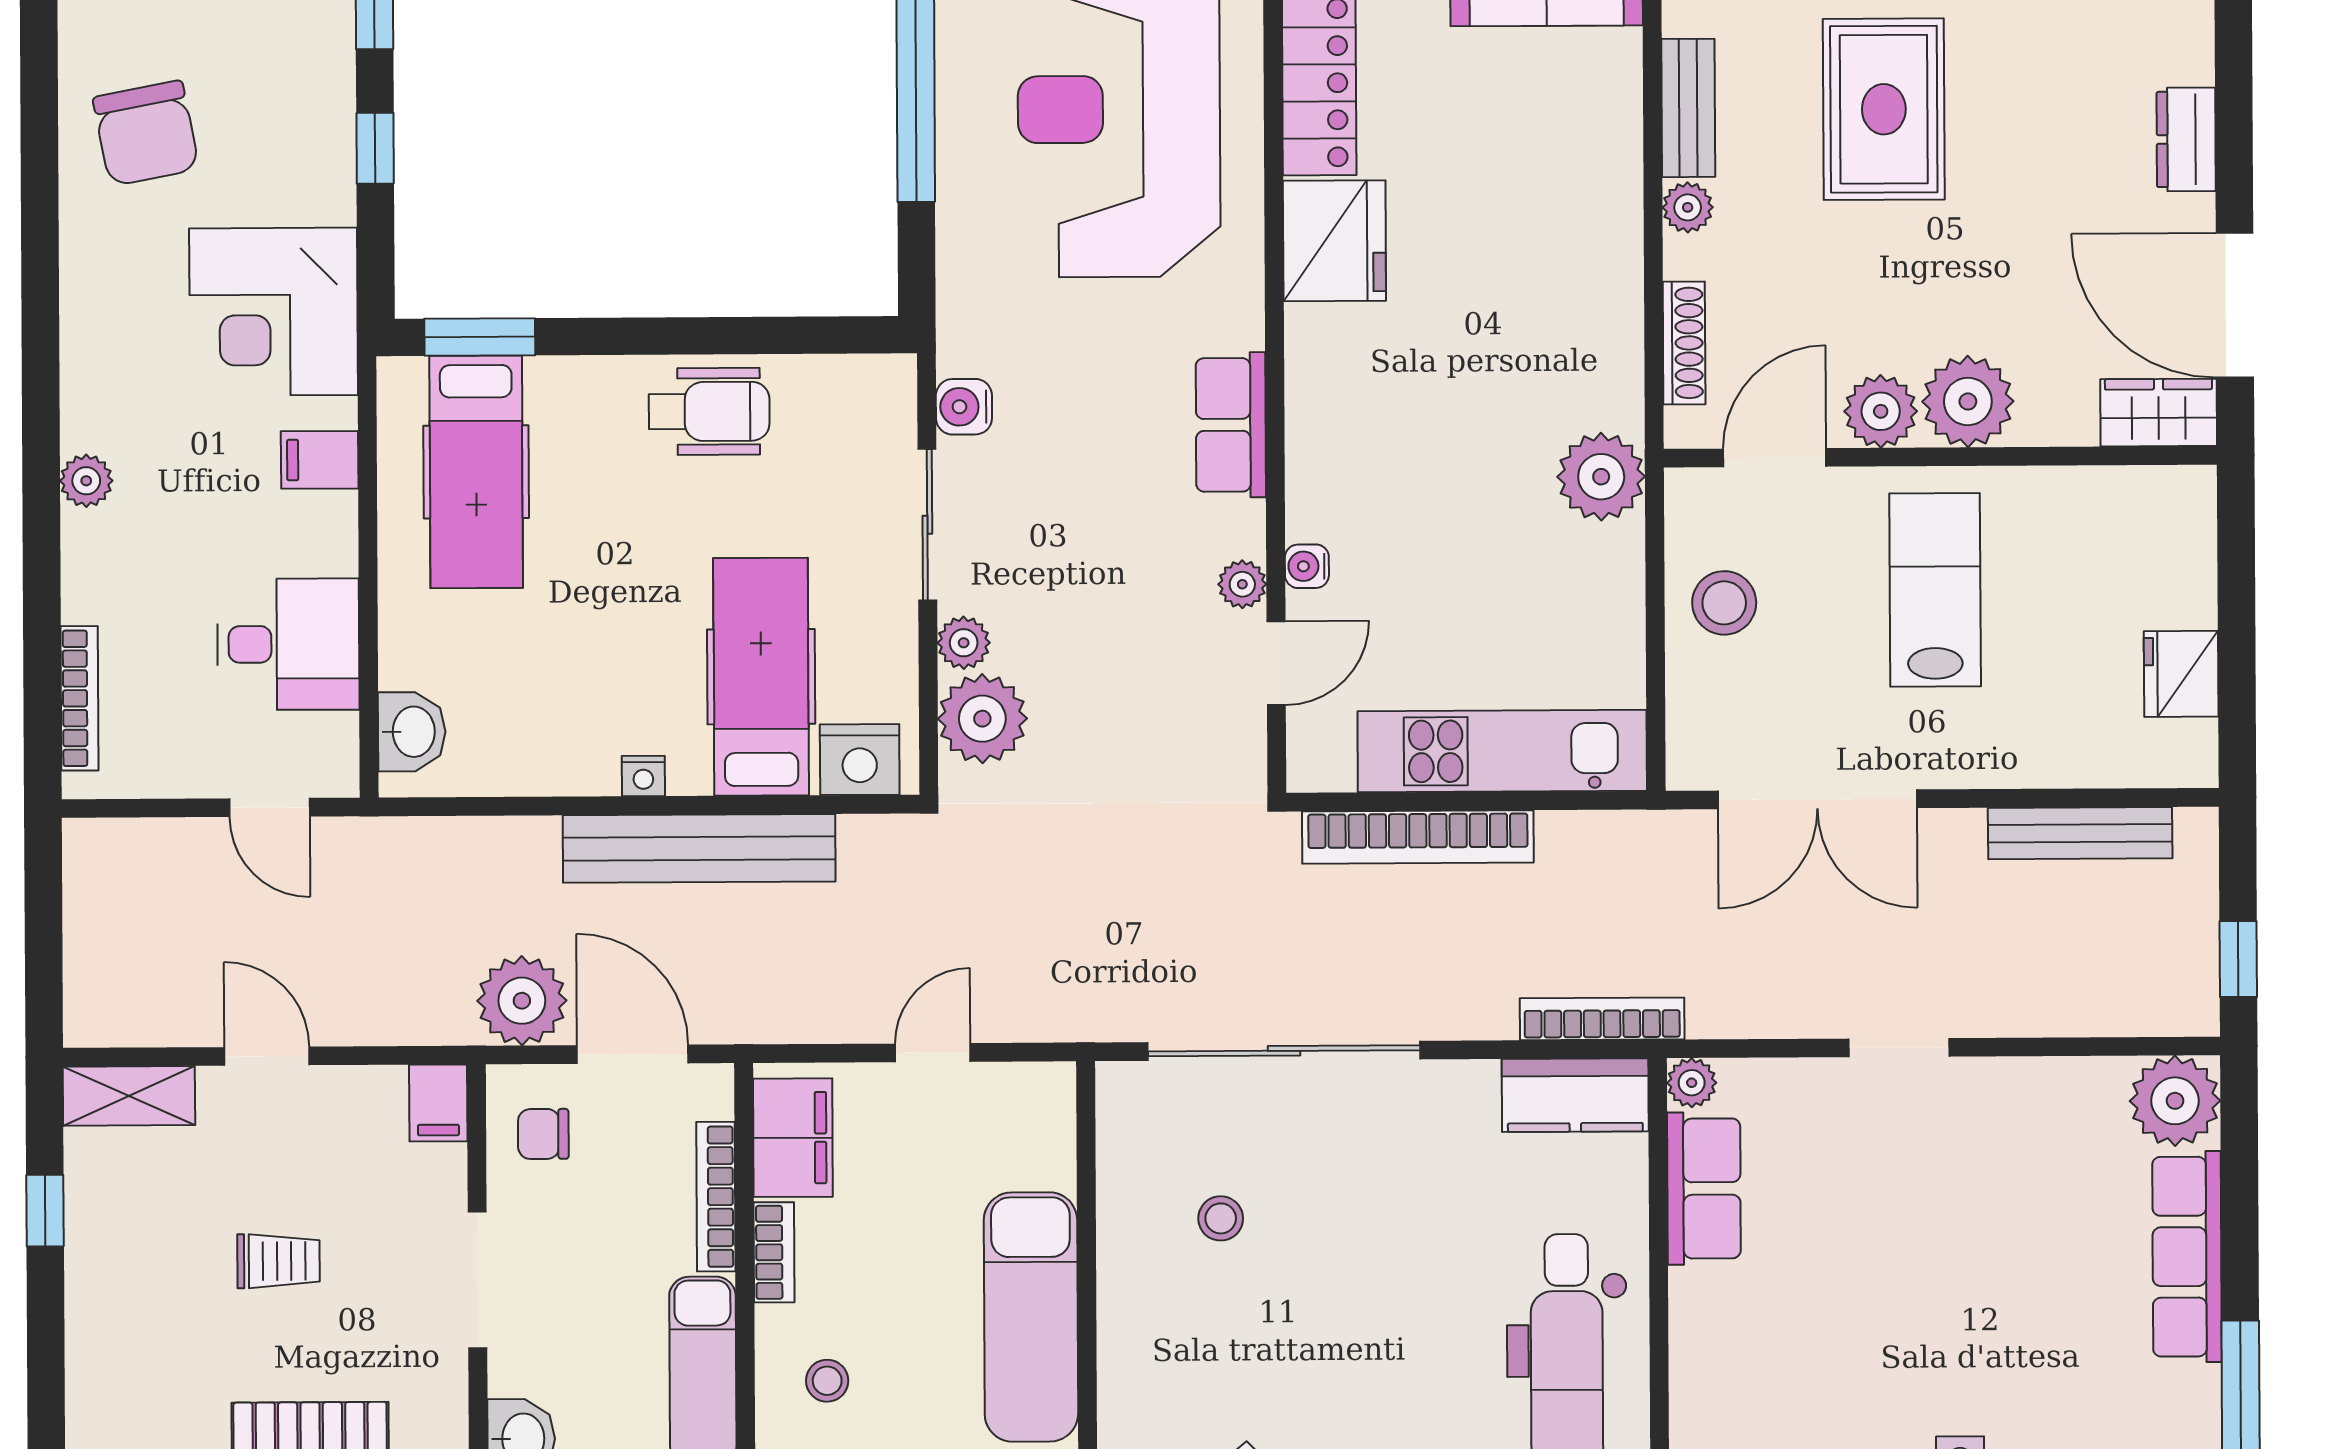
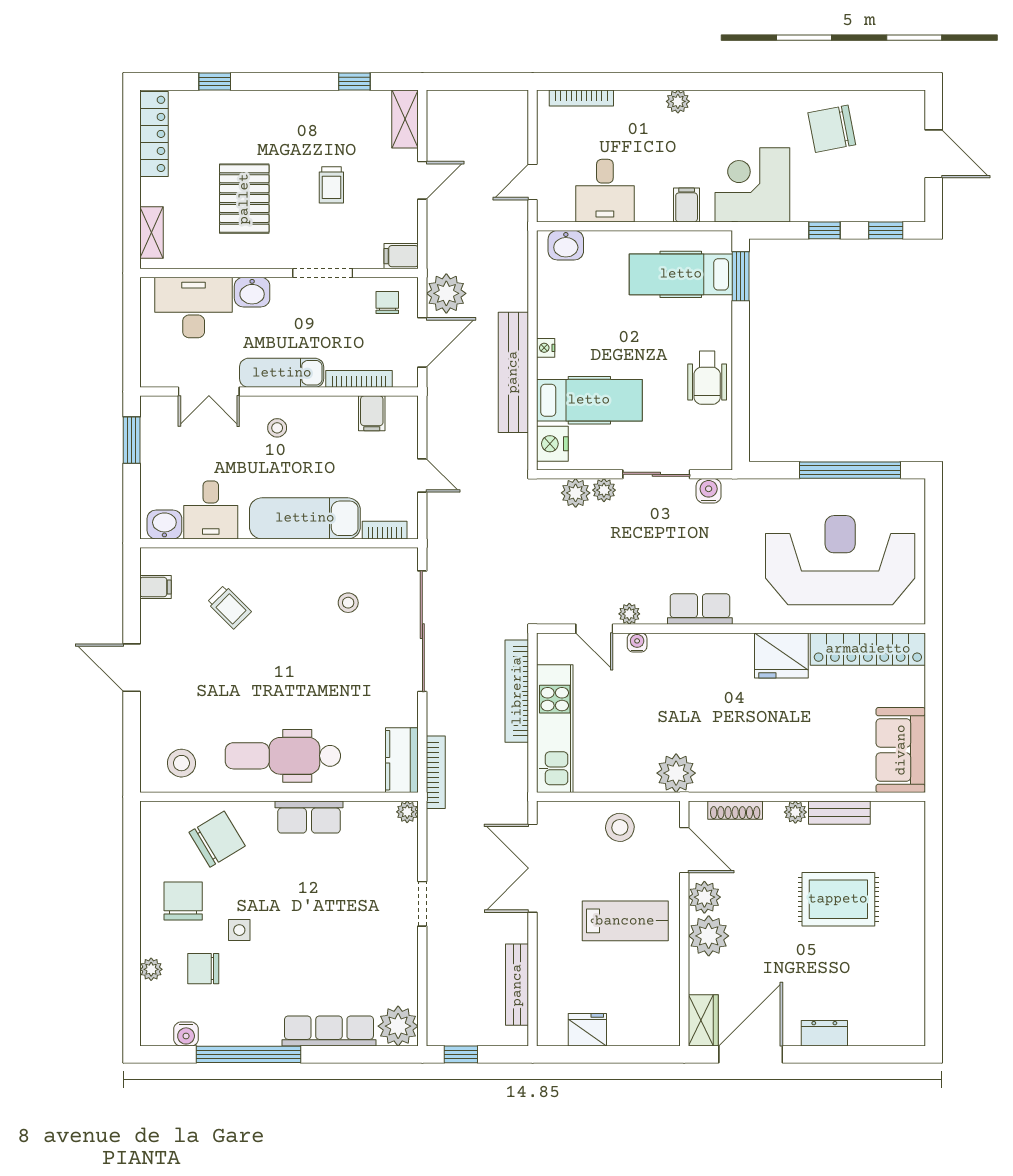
plant: (982, 719) -> (576, 493), width x0.73, depth x0.73
filing cabinet: (793, 1138) -> (372, 413), width x0.50
row of seats: (1704, 1188) -> (309, 817), moved
bookcase: (774, 1252) -> (385, 530), moved, turned 180

